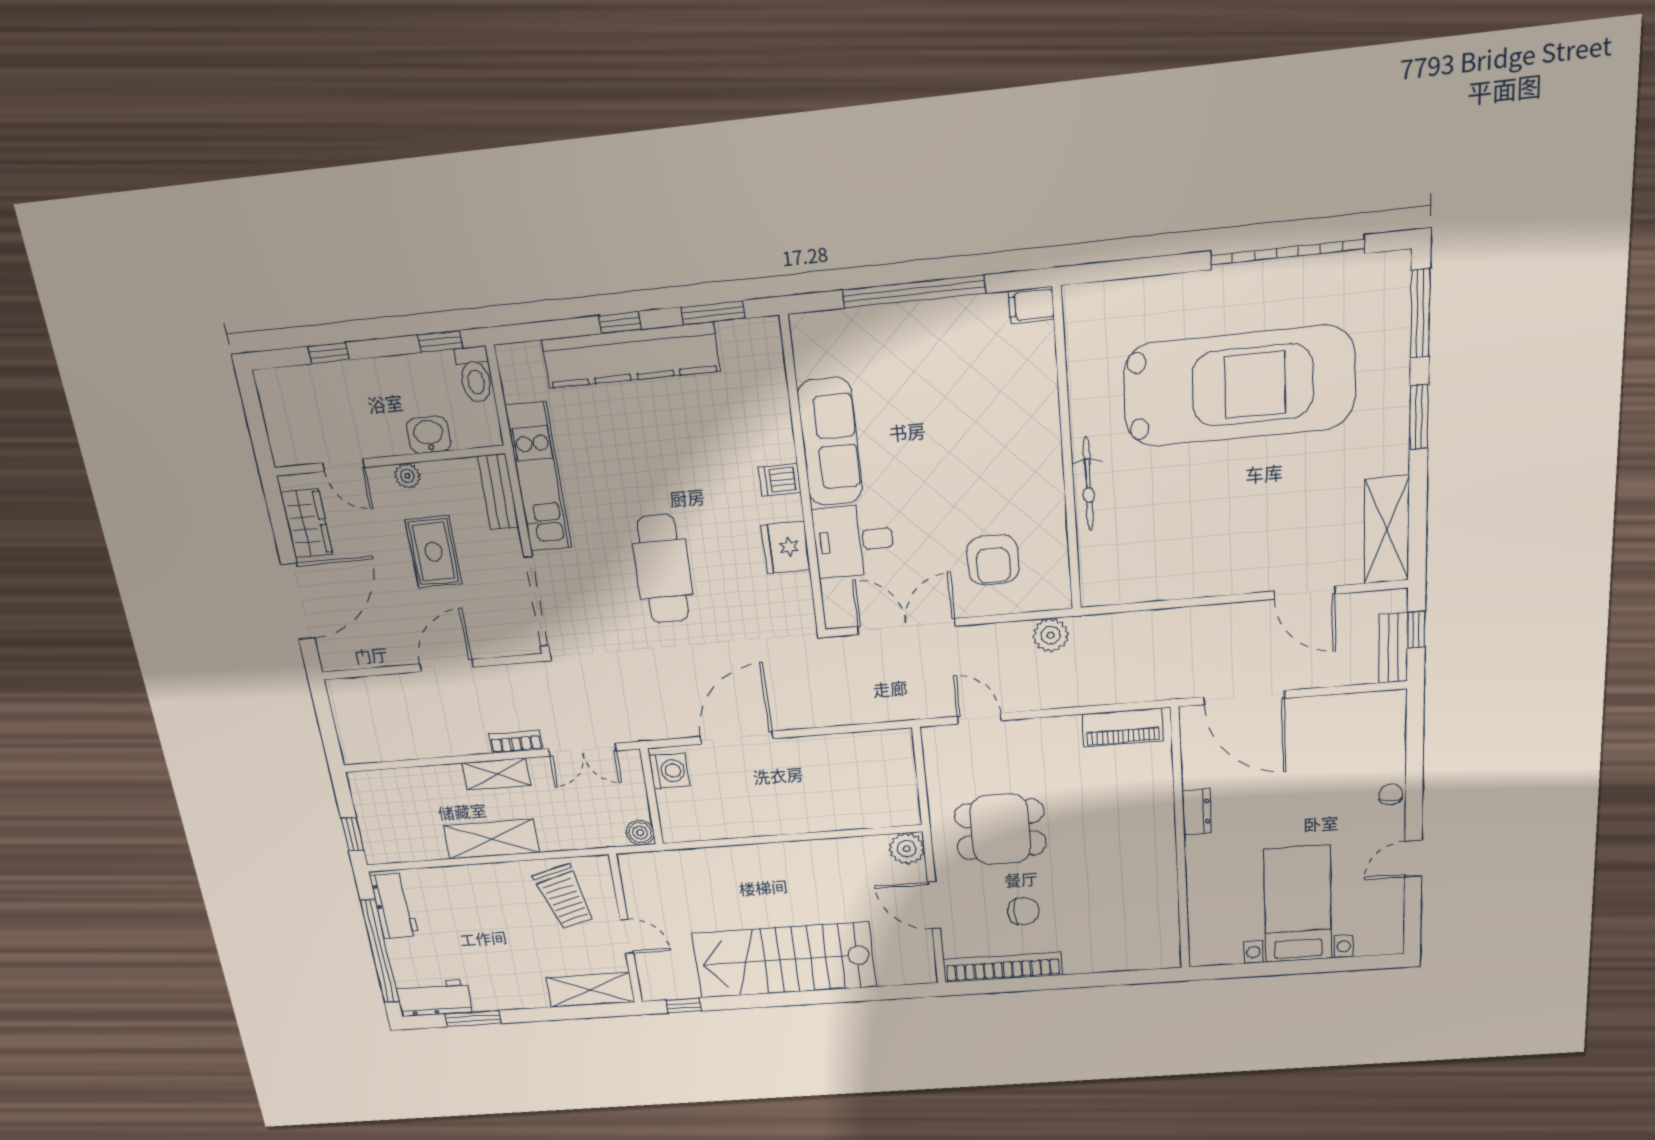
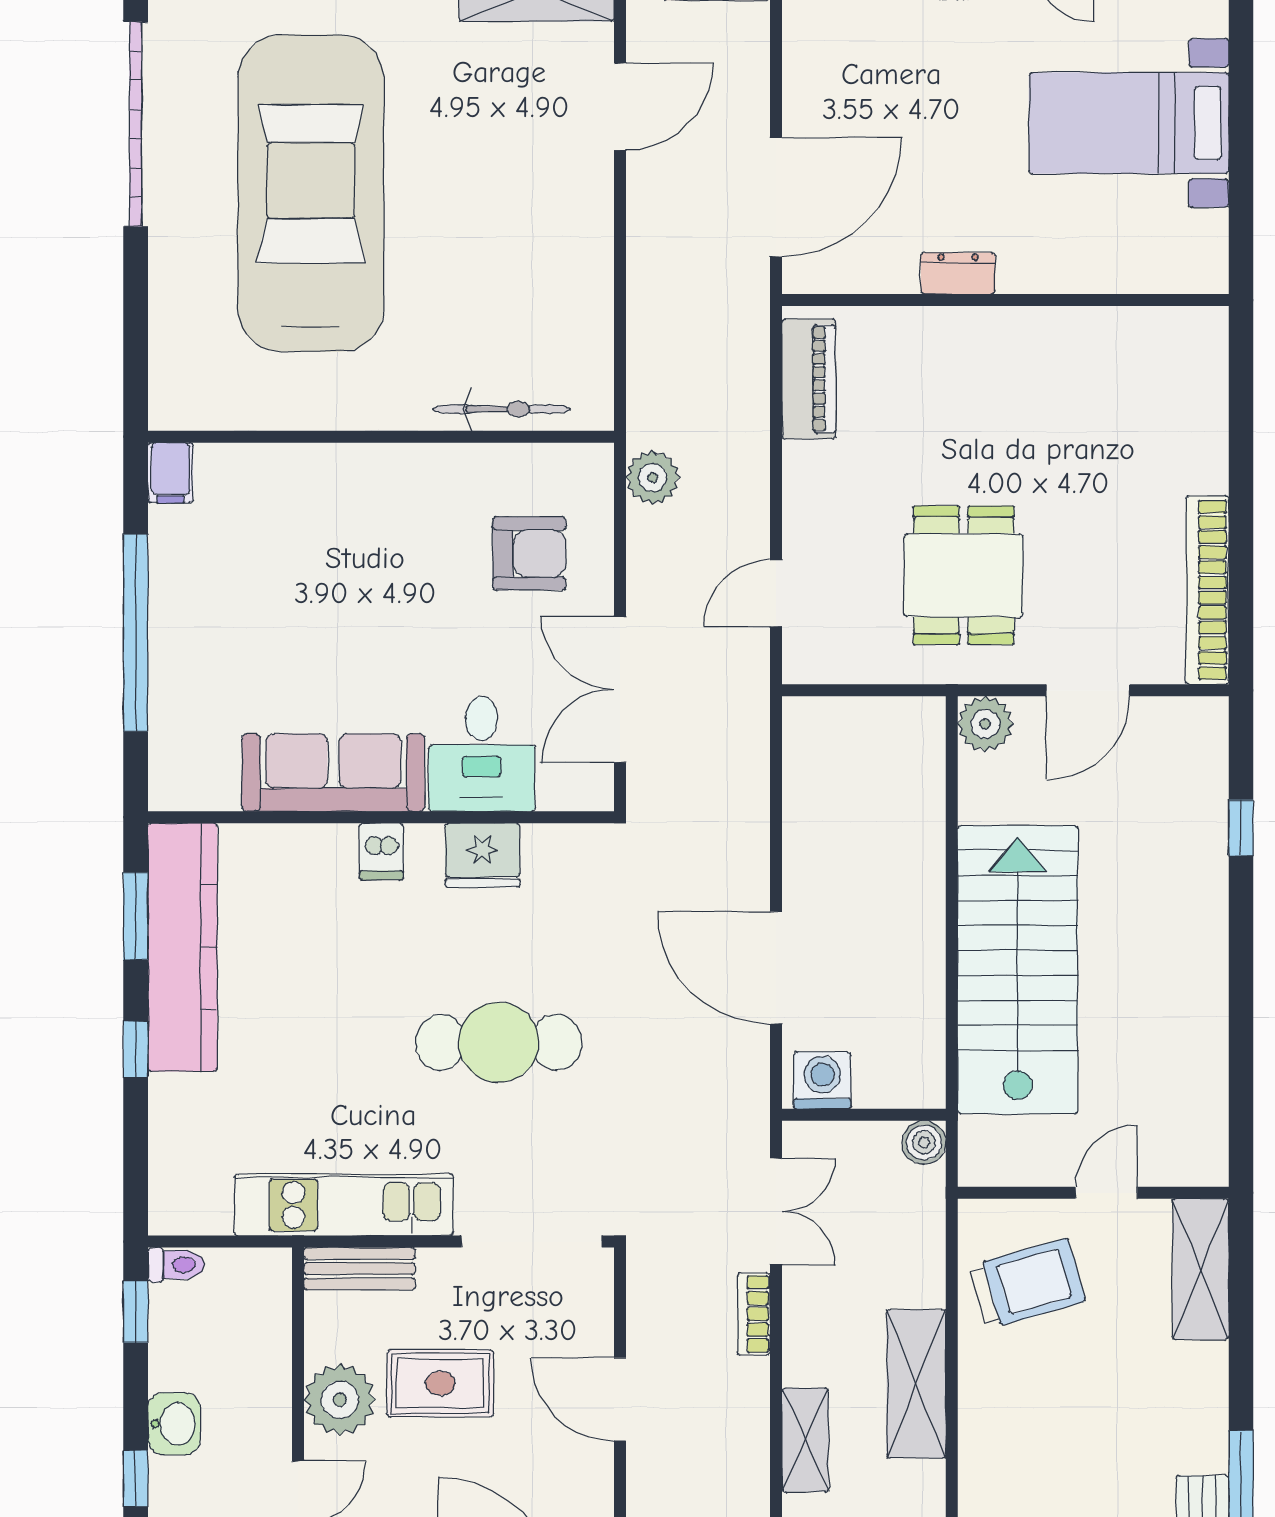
kitchen counter: (631, 355) -> (183, 947), moved
toilet: (475, 375) -> (176, 1265), width x0.73, depth x0.72
washbasin: (429, 435) -> (174, 1424), moved, turned 180
plant: (407, 476) -> (340, 1400), width x1.88, depth x1.88
bicycle: (1088, 484) -> (502, 409), moved
shelving: (496, 774) -> (805, 1440), moved
chair: (1023, 911) -> (1109, 550), removed
stairs: (784, 960) -> (1018, 970), moved, turned 180
window: (684, 1005) -> (1241, 828), moved

